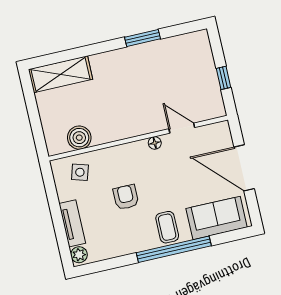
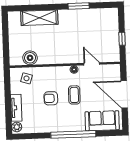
shelving: (60, 74) -> (39, 18), moved
armchair: (126, 197) -> (51, 98), turned -90
coffee table: (167, 227) -> (74, 95), moved

